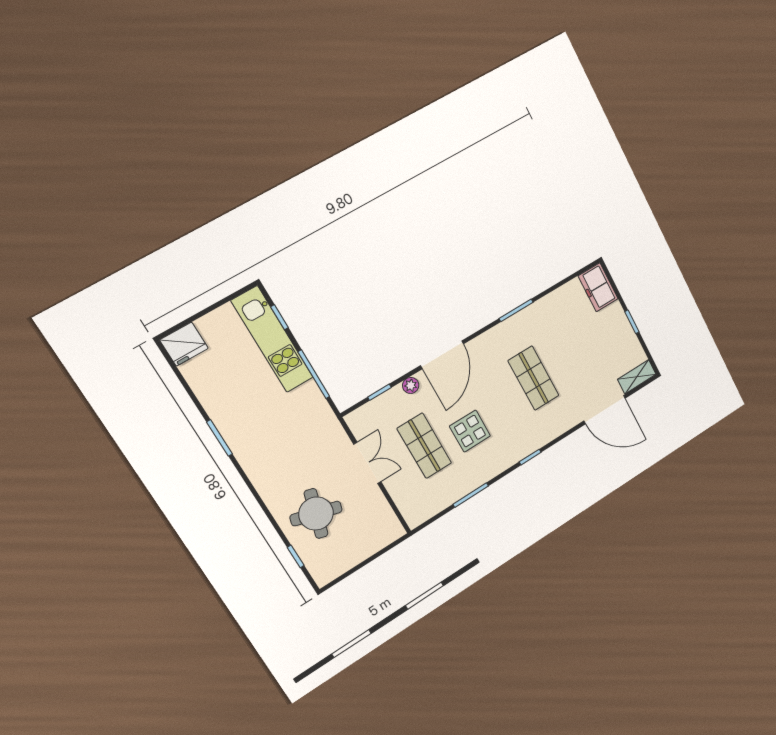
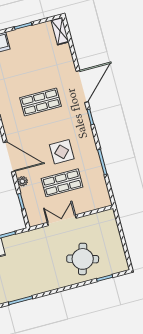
door: (605, 410) -> (82, 87), moved

